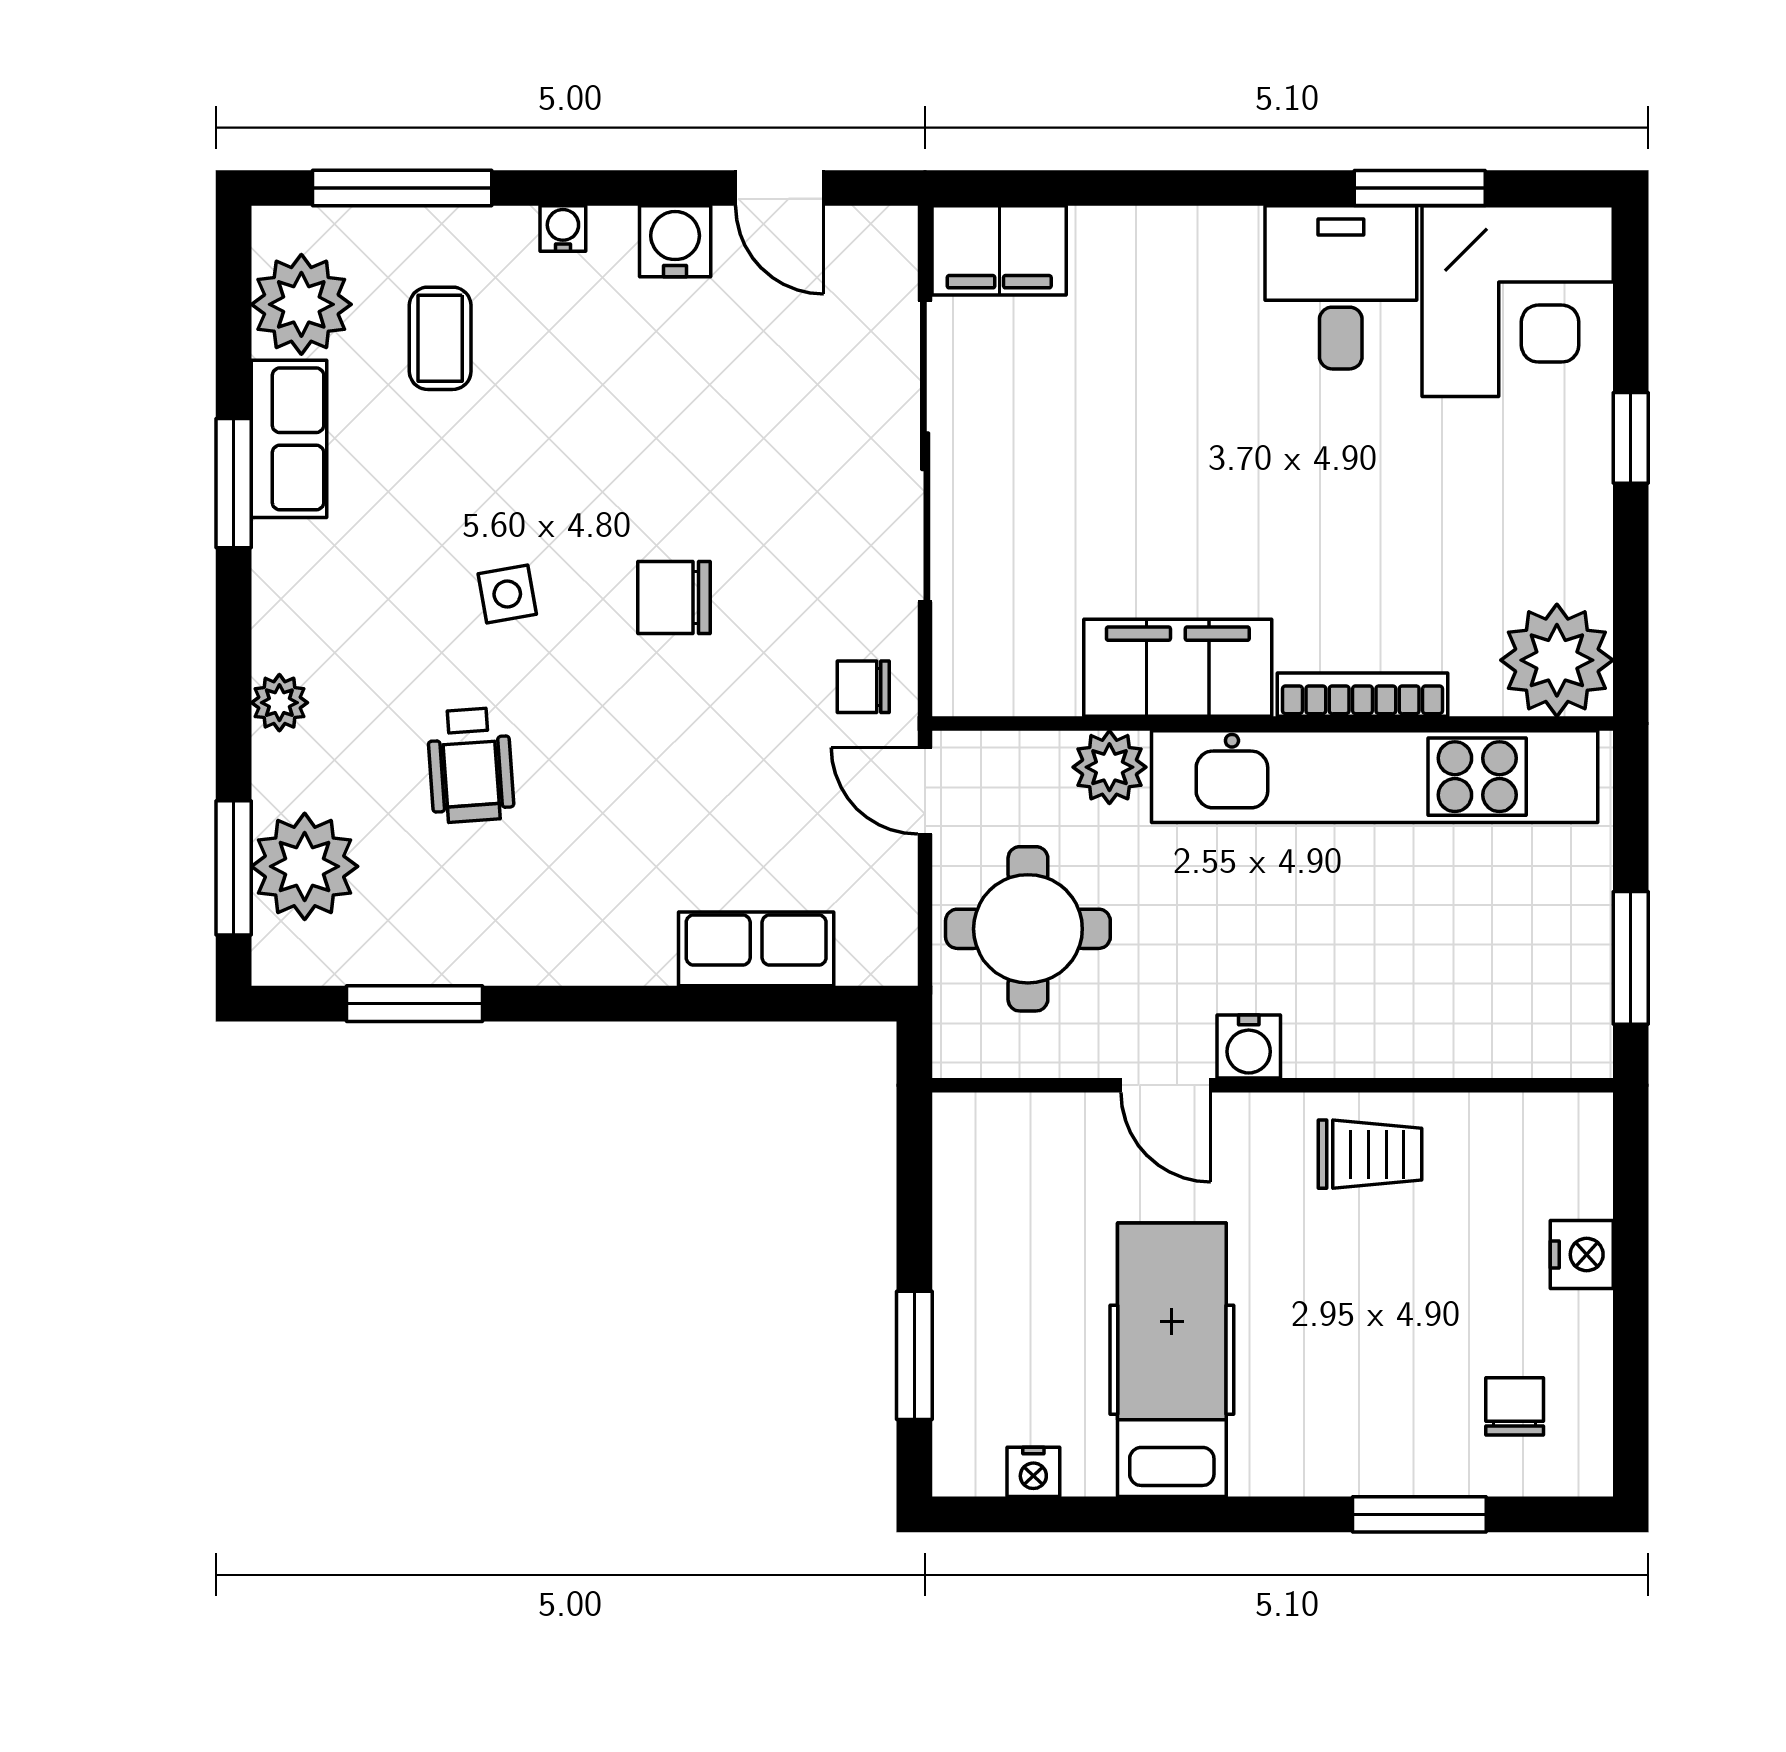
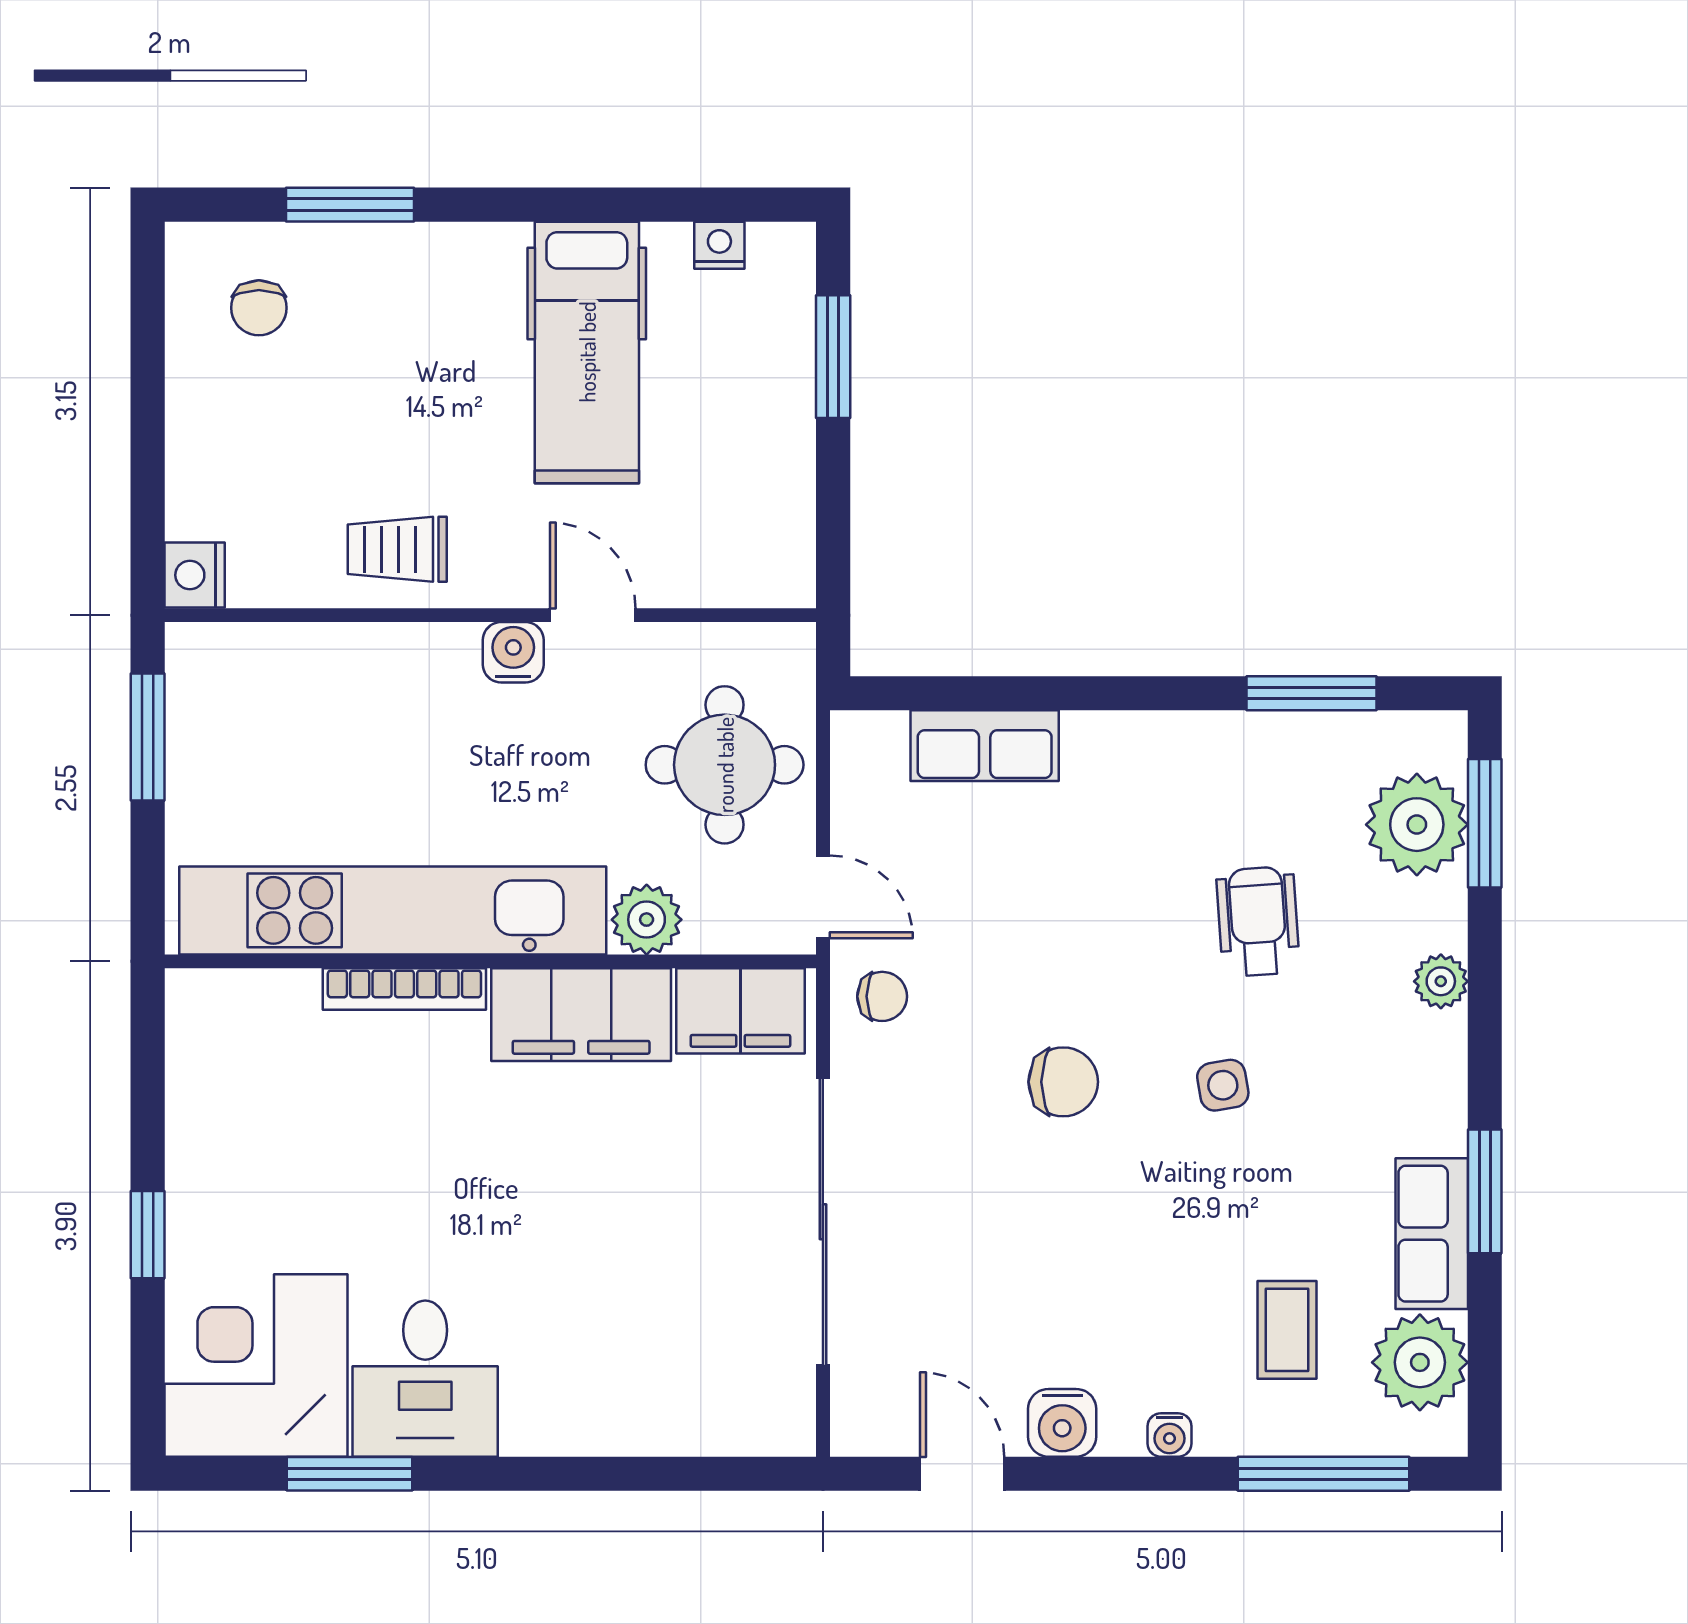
filing cabinet: (999, 250) -> (740, 1011), moved, turned 180
plant: (1557, 660) -> (218, 1022), removed
nightstand: (1582, 1254) -> (195, 575), moved

